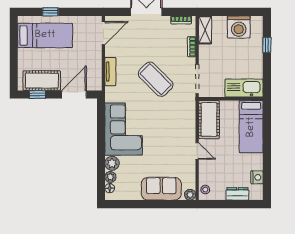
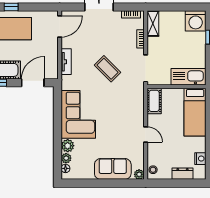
washing machine: (239, 27) -> (196, 21), moved
coffee table: (156, 79) -> (108, 69), width x0.73, depth x0.76
cot: (209, 120) -> (154, 101), width x0.73, depth x0.75

